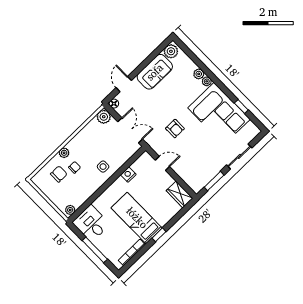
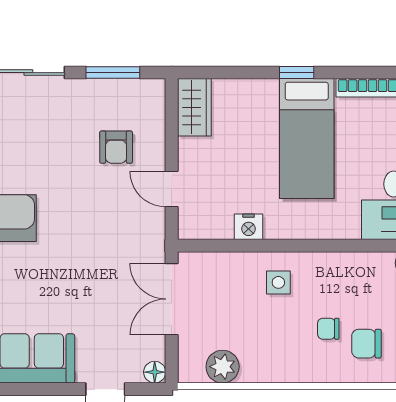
plant: (104, 117) -> (223, 367), moved
armchair: (175, 129) -> (116, 147), moved, turned 180
plant: (64, 153) -> (322, 371), removed

